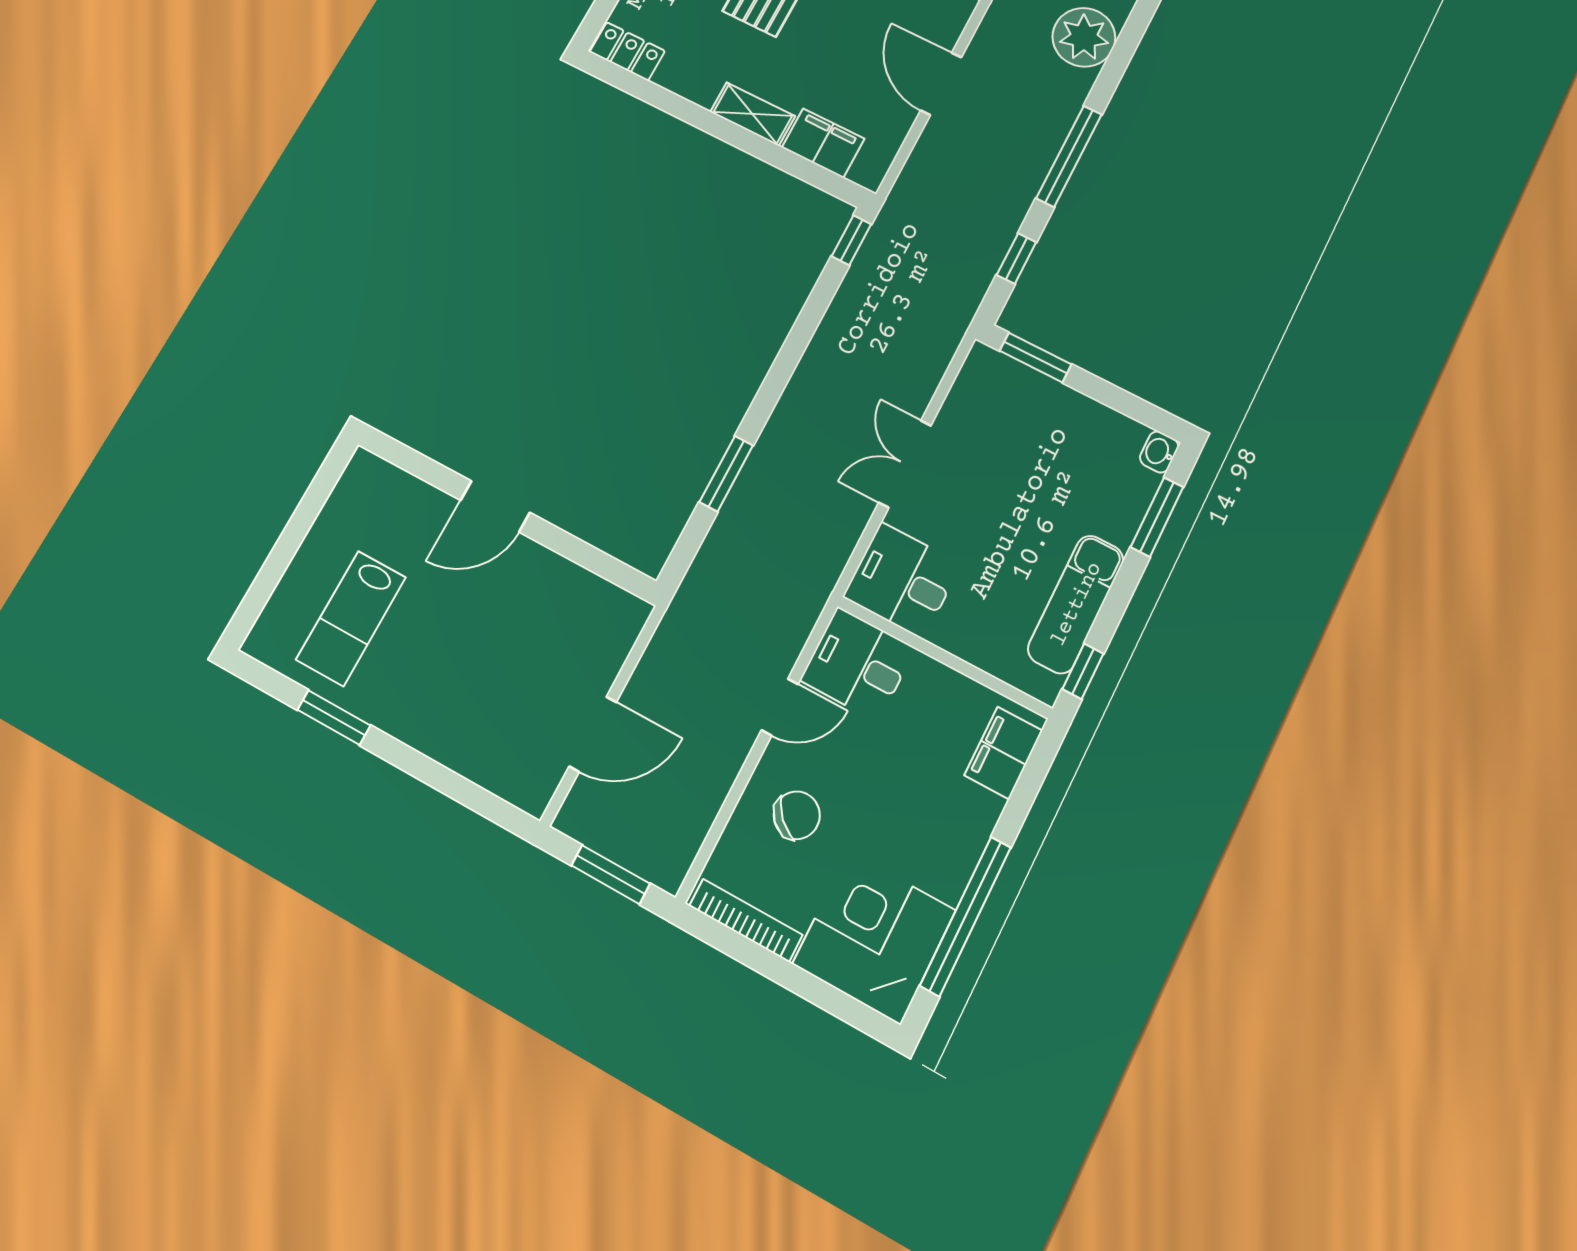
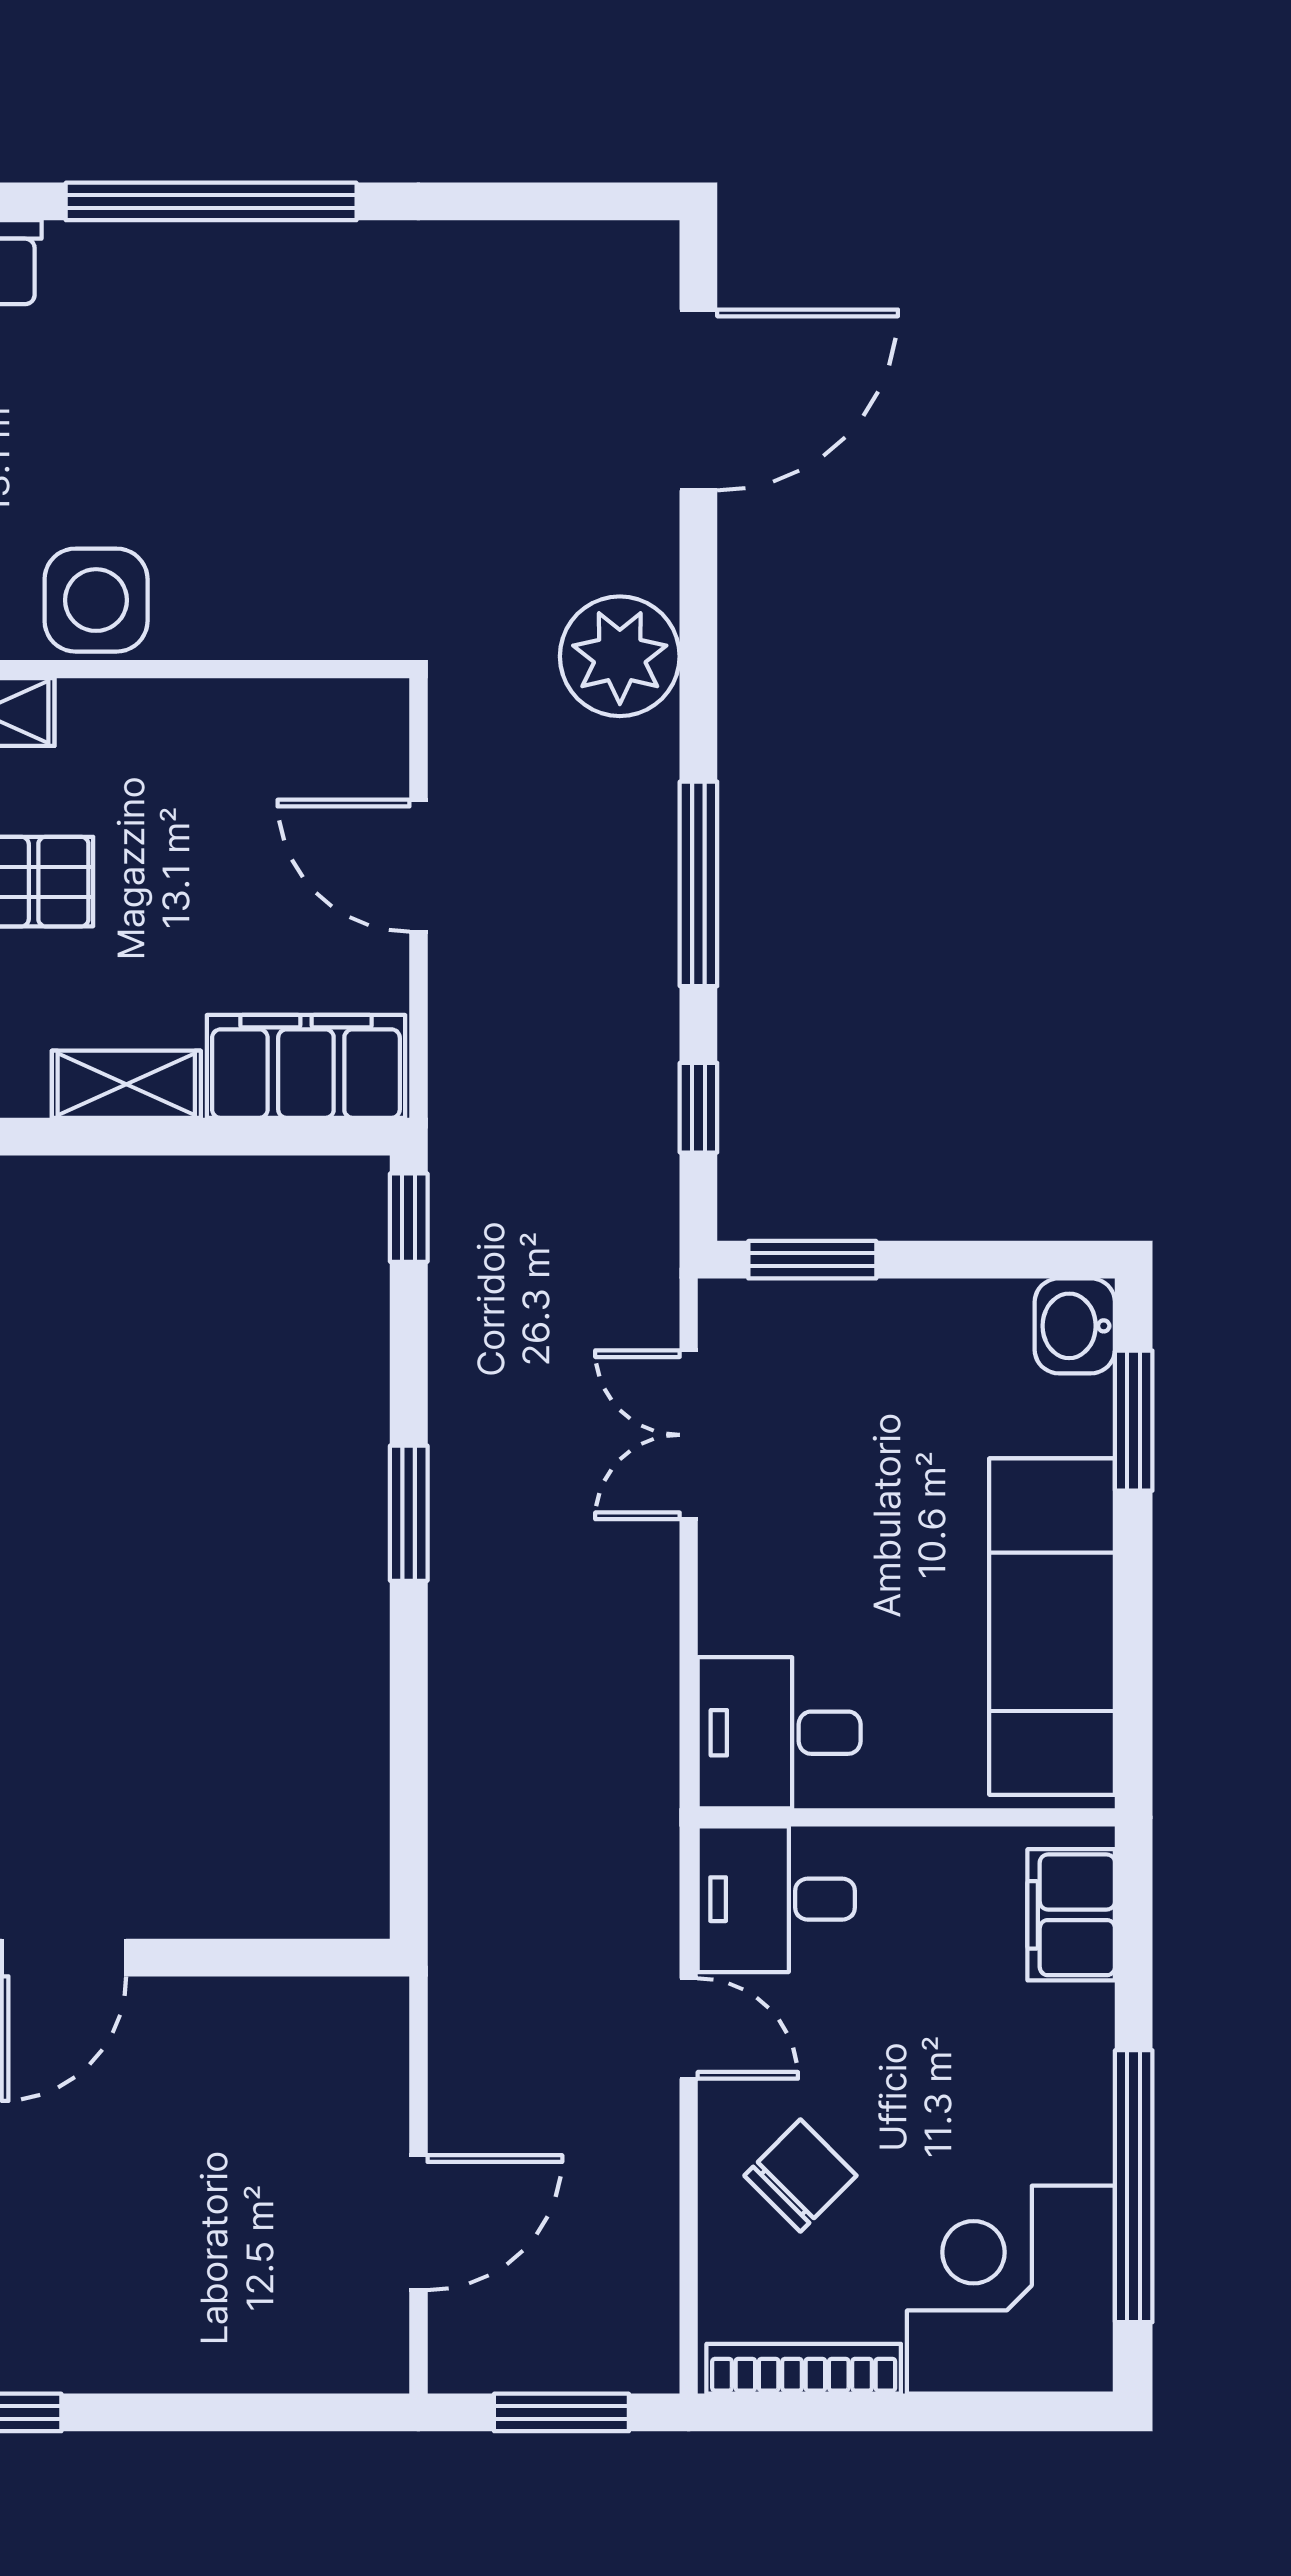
filing cabinet: (823, 143) -> (306, 1066), width x1.50, depth x1.17
washbasin: (1159, 452) -> (1075, 1326), width x1.38, depth x1.45
double door: (905, 464) -> (689, 1435), moved
window: (726, 474) -> (409, 1513), moved
exam couch: (1076, 604) -> (1052, 1627), width x1.36, depth x1.45
window: (1083, 671) -> (1134, 1726), removed
door: (780, 707) -> (689, 2029), hinge flipped

